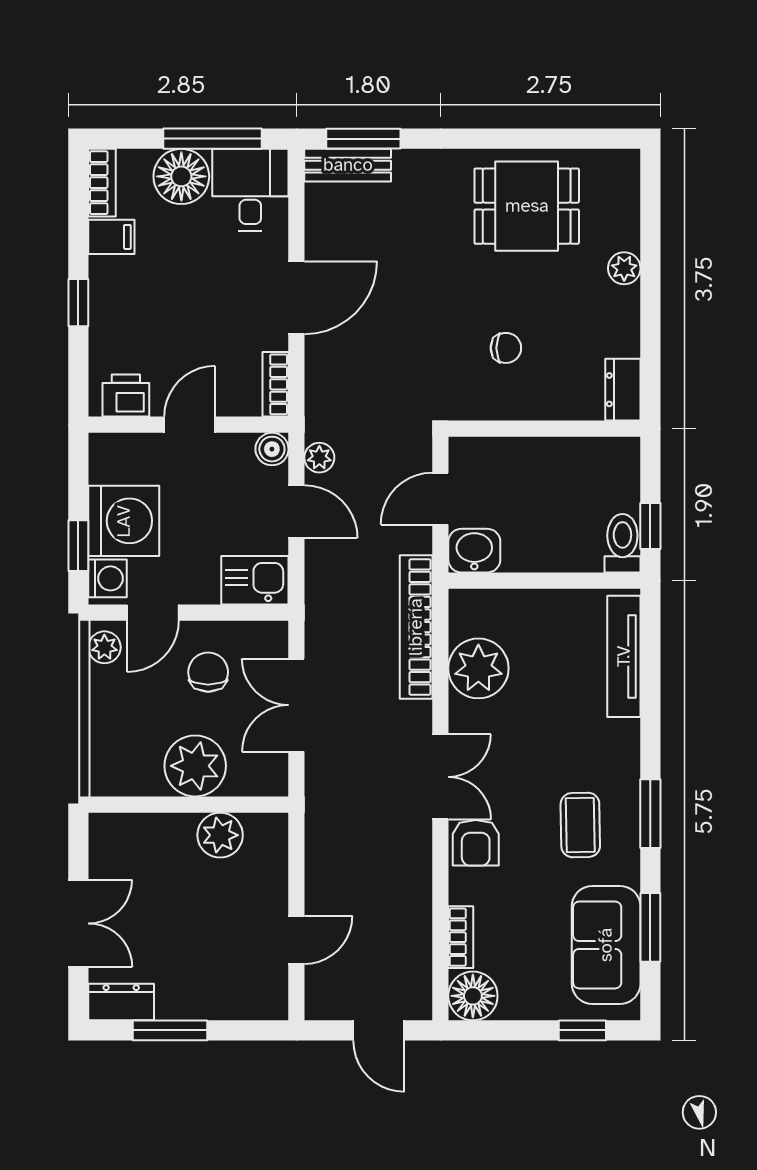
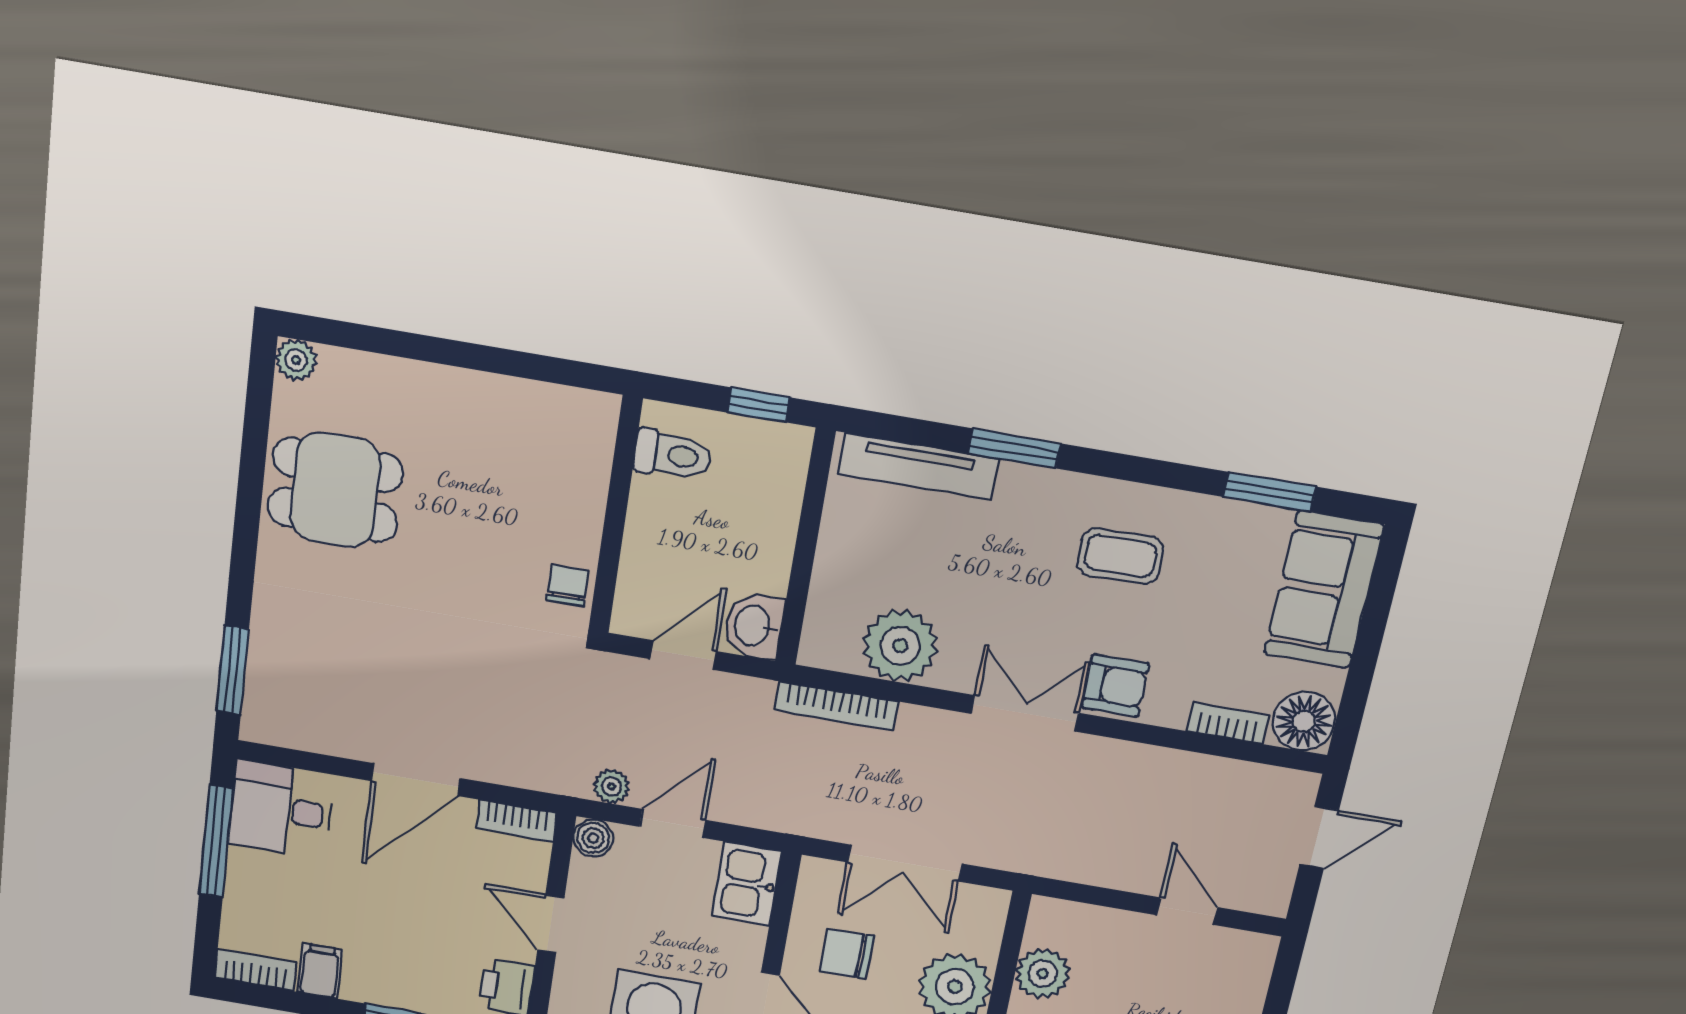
bench: (348, 165) -> (263, 694), removed
floor lamp: (181, 176) -> (257, 883), removed
dining table: (527, 206) -> (335, 490), turned 90
plant: (624, 268) -> (296, 360), moved
door: (296, 298) -> (416, 780), swing flipped
chair: (506, 348) -> (567, 585), moved
dresser: (623, 390) -> (580, 410), removed
door: (440, 499) -> (683, 655), swing flipped
toilet: (622, 543) -> (673, 455), moved, turned 180
bookcase: (416, 627) -> (837, 706), width x0.68, depth x0.76
window: (650, 814) -> (1014, 448), moved
sofa: (606, 945) -> (1324, 590), moved, turned 90
window: (582, 1030) -> (1380, 598), removed

